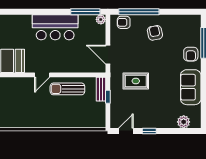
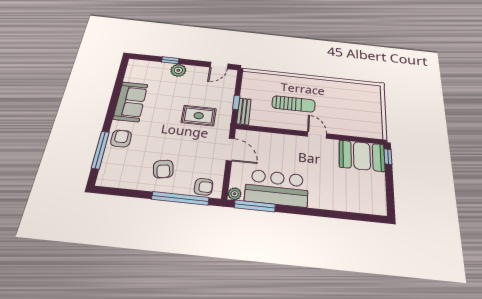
bar counter: (55, 27) -> (277, 188), moved
door: (42, 75) -> (317, 135), hinge flipped
sun lounger: (67, 89) -> (294, 104), moved
plant: (184, 122) -> (178, 70), moved
window: (149, 131) -> (170, 60), moved

